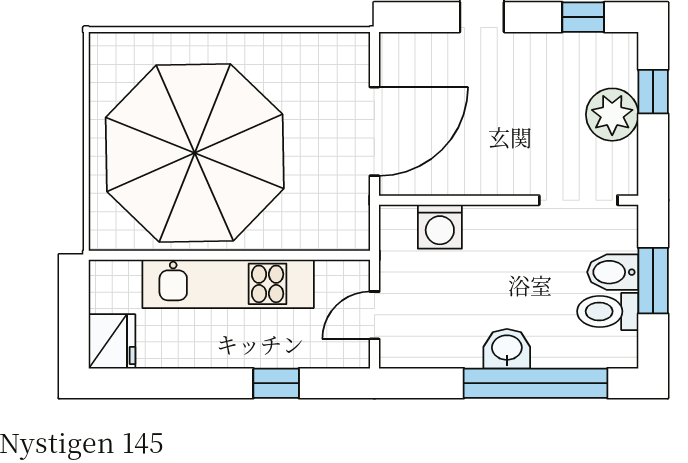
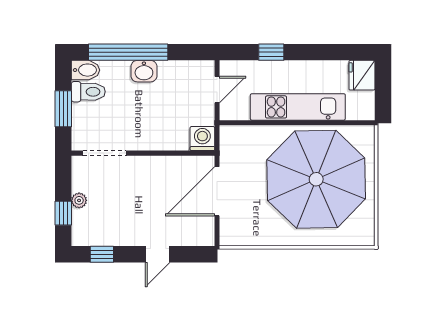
plant: (612, 115) -> (79, 200), width x0.53, depth x0.53
washing machine: (440, 227) -> (202, 139), moved
bidet: (613, 272) -> (85, 70), moved

